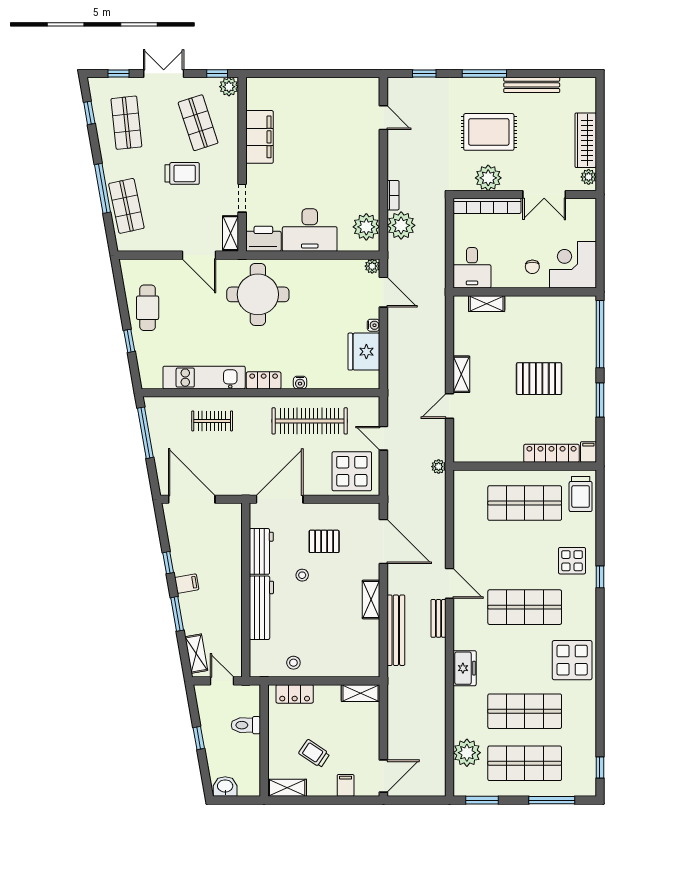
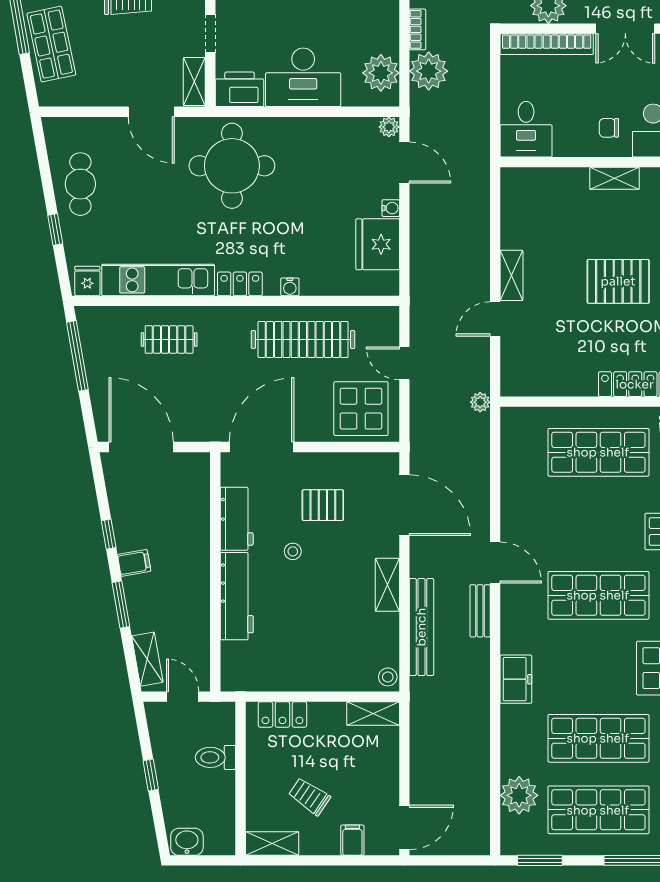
chair: (532, 267) -> (609, 128), turned 90
shelving: (487, 304) -> (615, 178), moved
fridge: (153, 378) -> (87, 281), added
stool: (293, 663) -> (388, 677), moved

